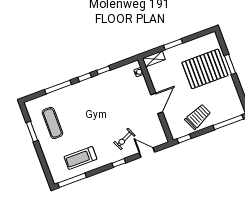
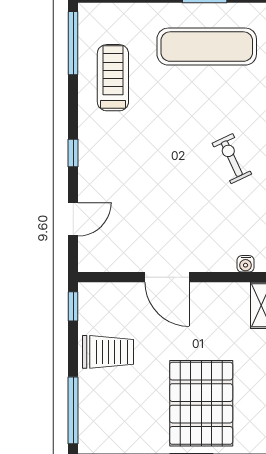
trolley: (198, 117) -> (108, 352), turned -66
exercise mat: (52, 123) -> (207, 47), width x1.36, depth x1.45
exercise bike: (124, 139) -> (232, 159), moved

